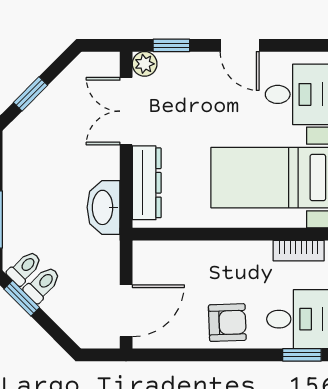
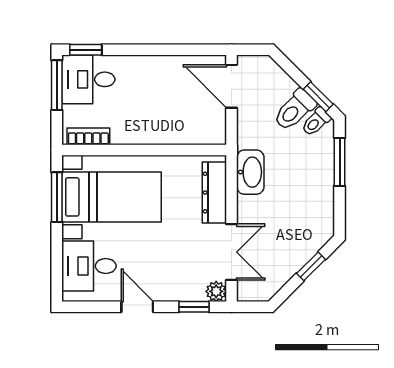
toilet: (42, 284) -> (295, 110), width x1.37, depth x1.39
door: (126, 311) -> (232, 86), hinge flipped
armchair: (227, 323) -> (148, 77), removed

